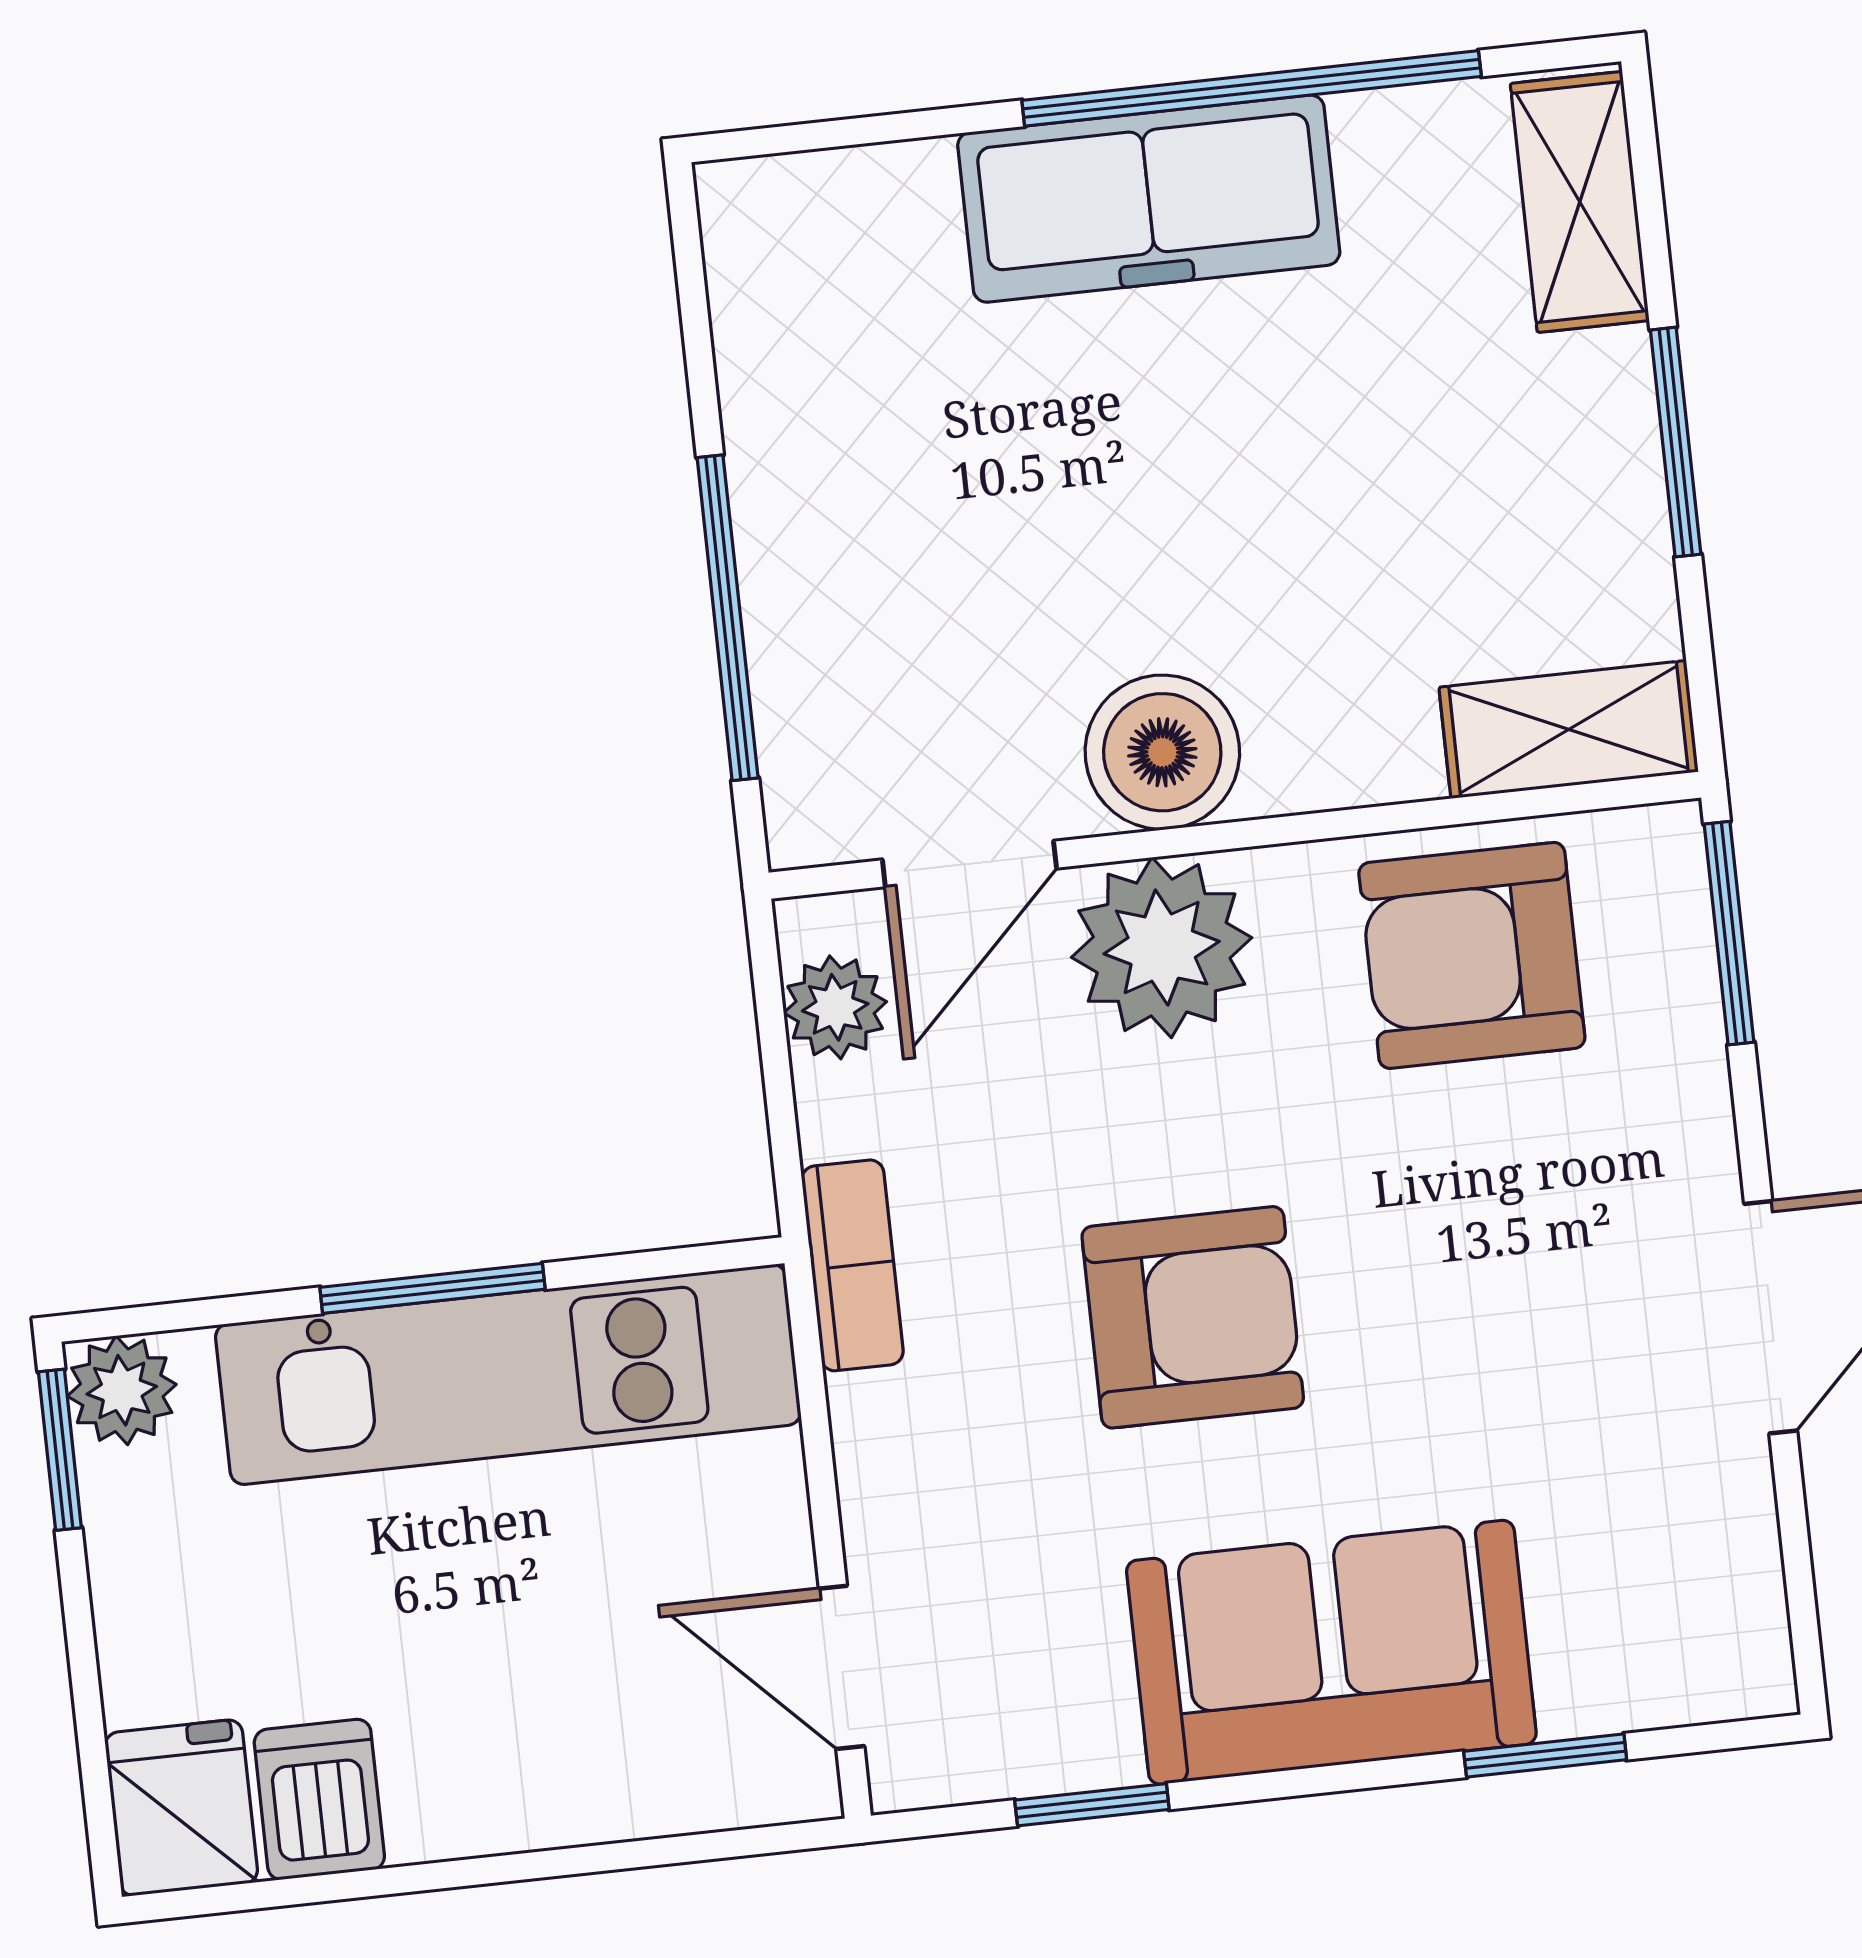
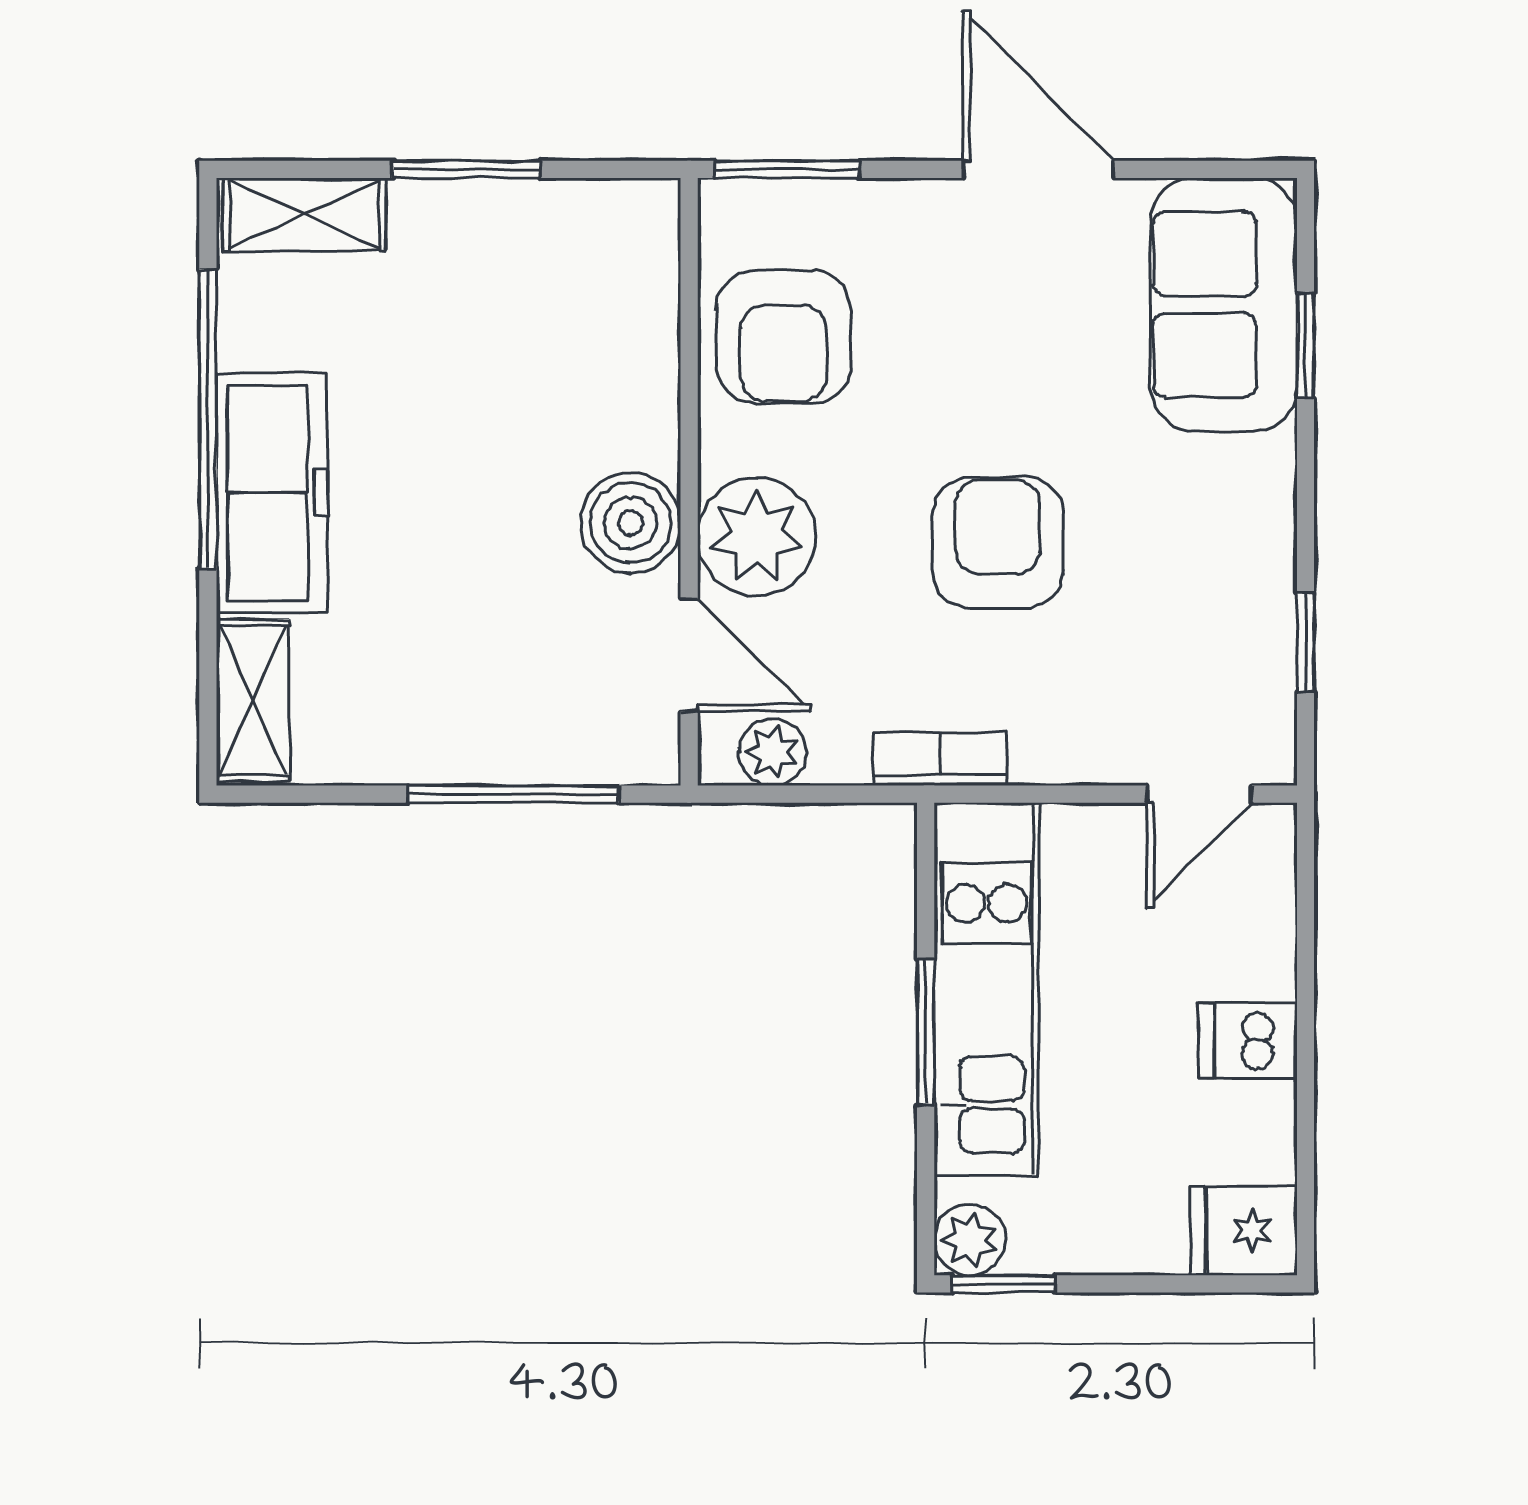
shelving: (1569, 729) -> (253, 700), moved
sofa: (1331, 1652) -> (1224, 304), moved
dishwasher: (319, 1800) -> (1248, 1040), moved

